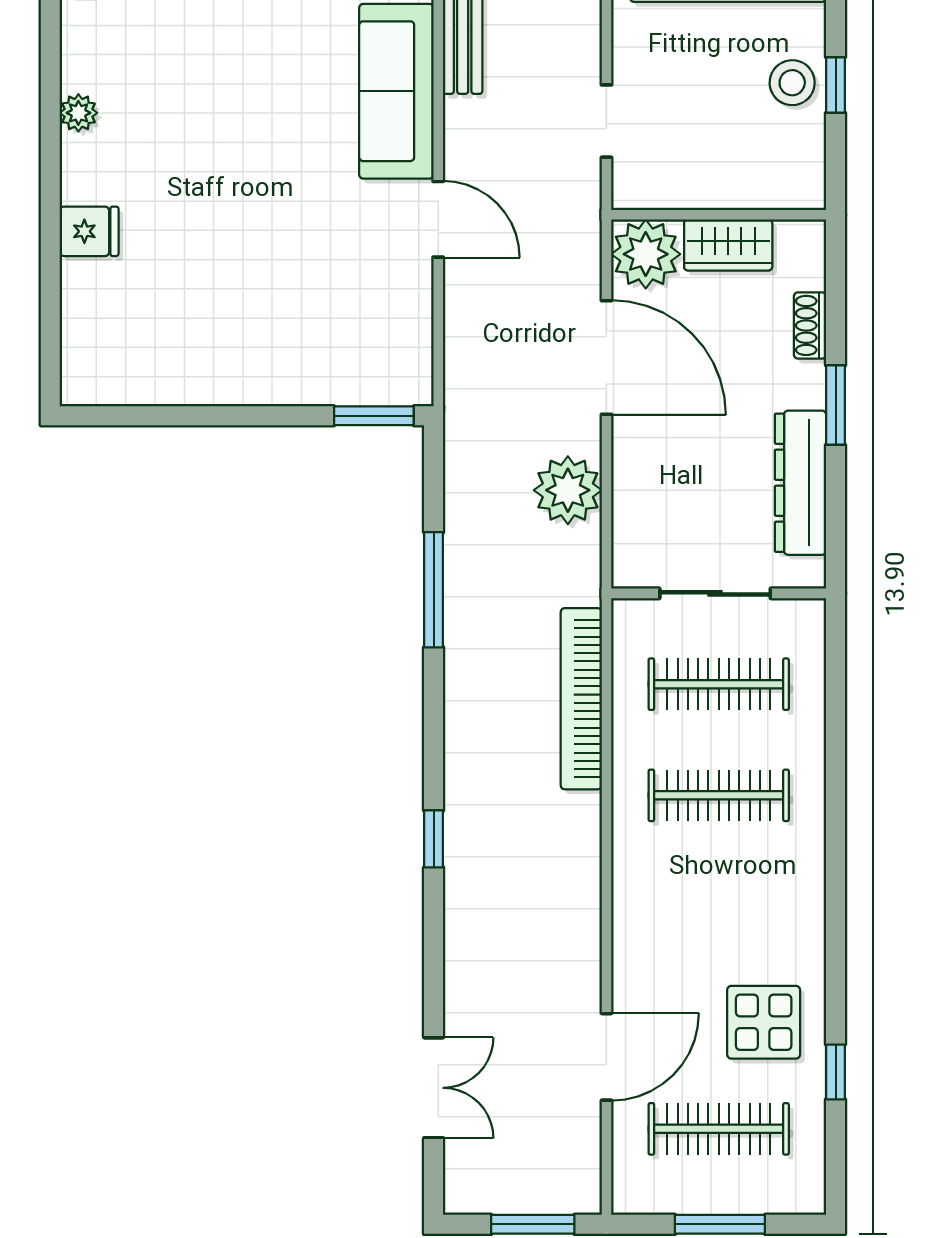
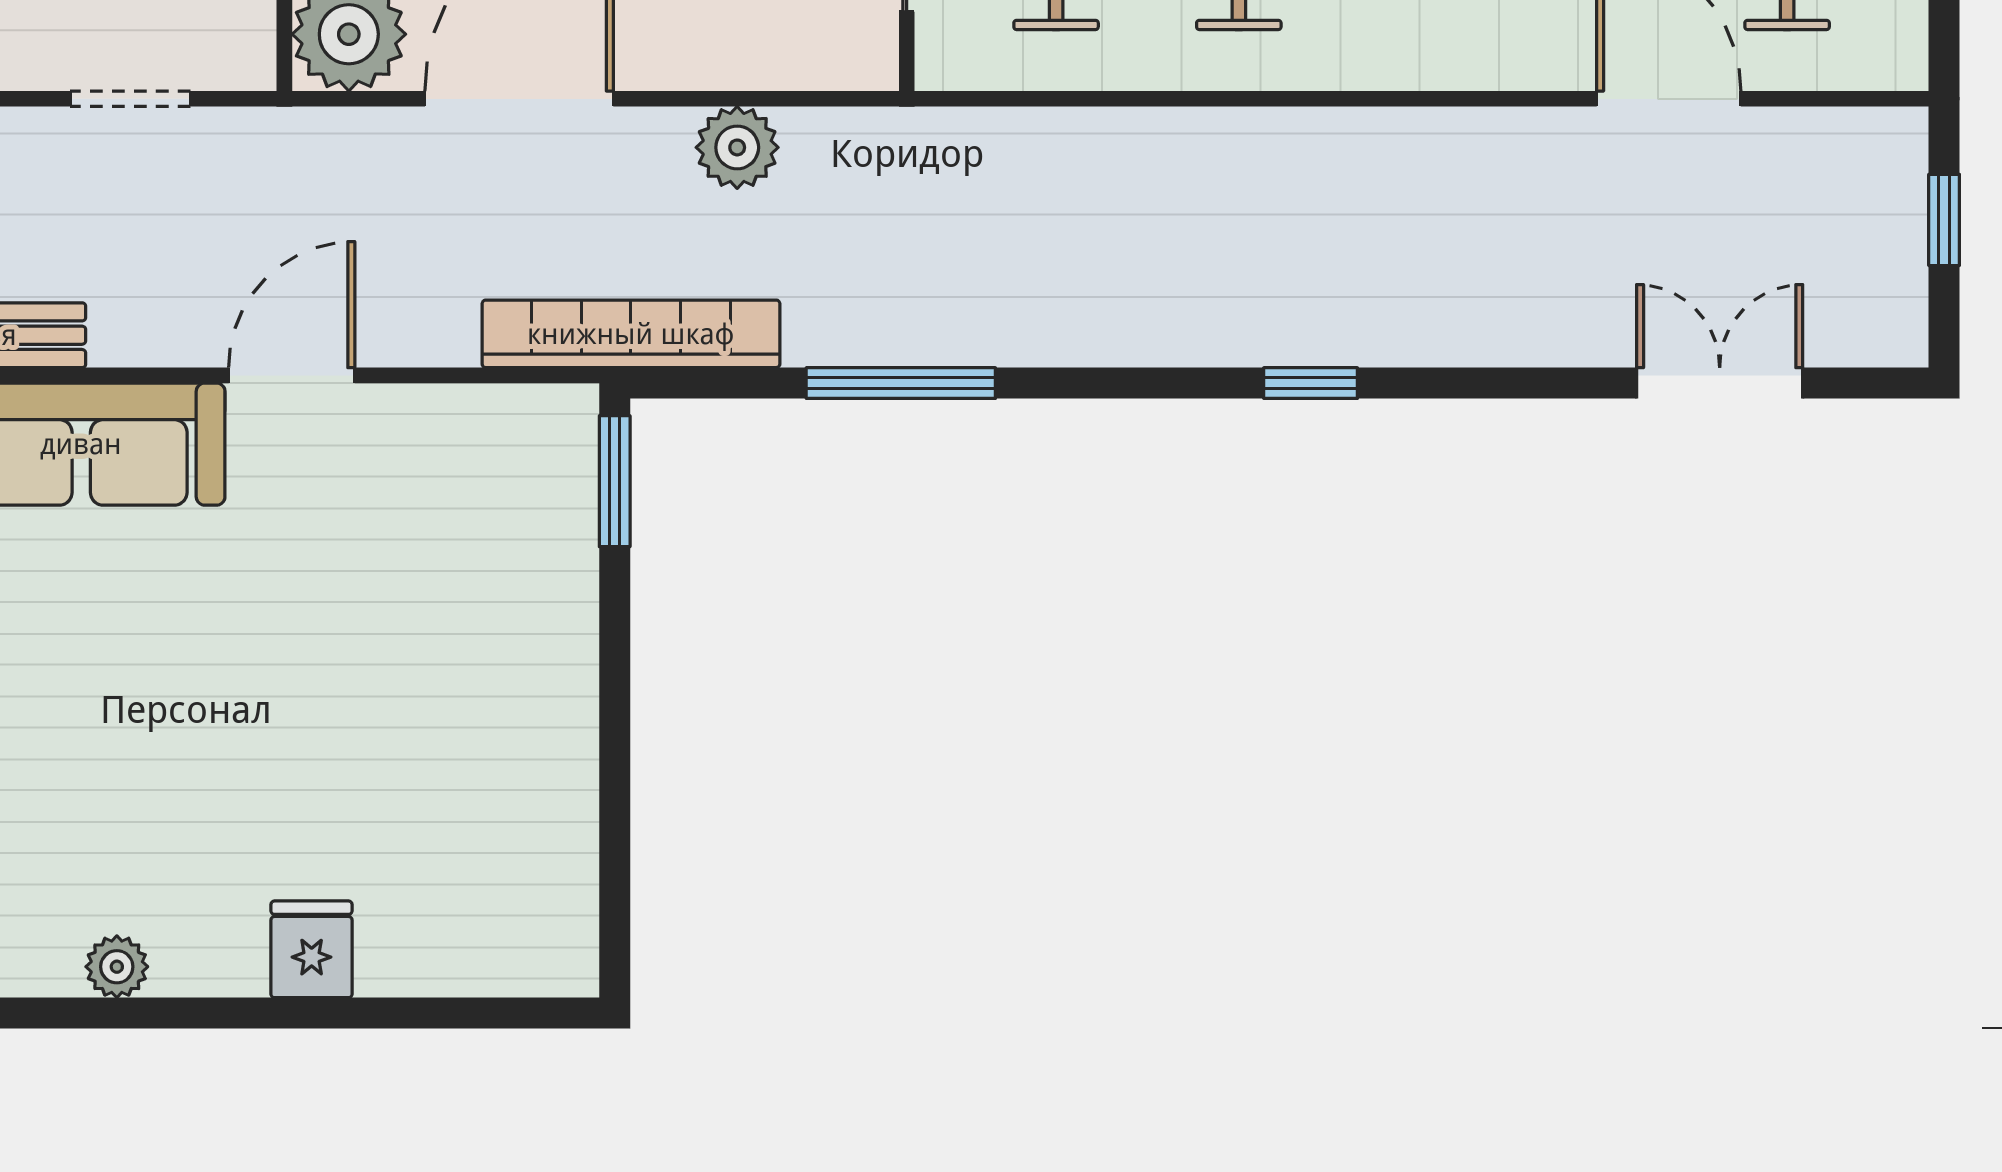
plant: (568, 490) -> (737, 147), width x0.73, depth x0.73
bookcase: (581, 699) -> (631, 334), moved, turned 180
window: (533, 1224) -> (1944, 220), width x0.67

